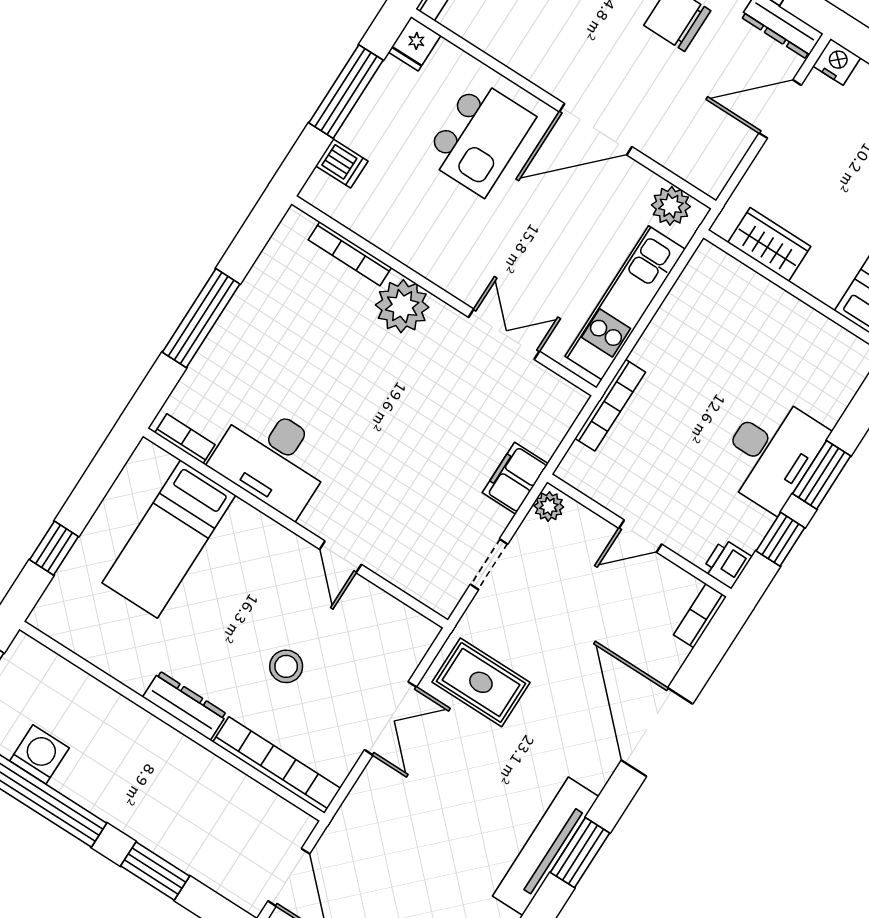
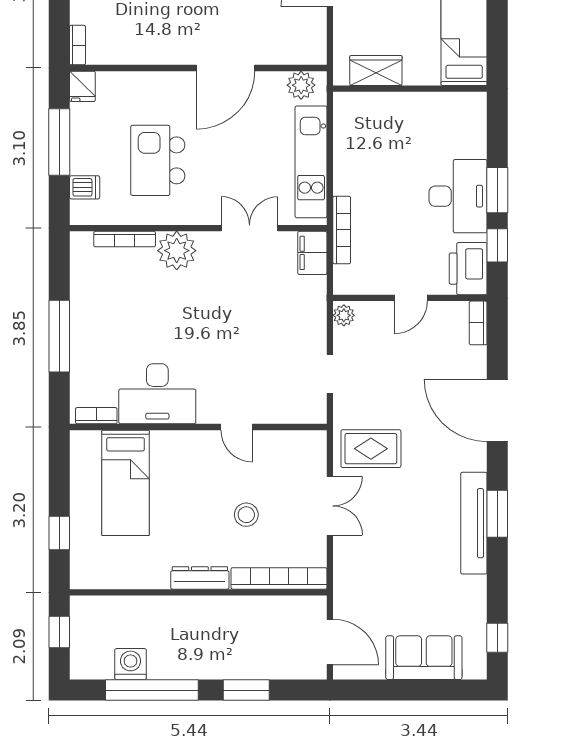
kitchen island: (479, 138) -> (158, 160), moved, turned 180
filing cabinet: (515, 478) -> (312, 253), moved
printer: (727, 564) -> (468, 269), width x1.87, depth x1.48

